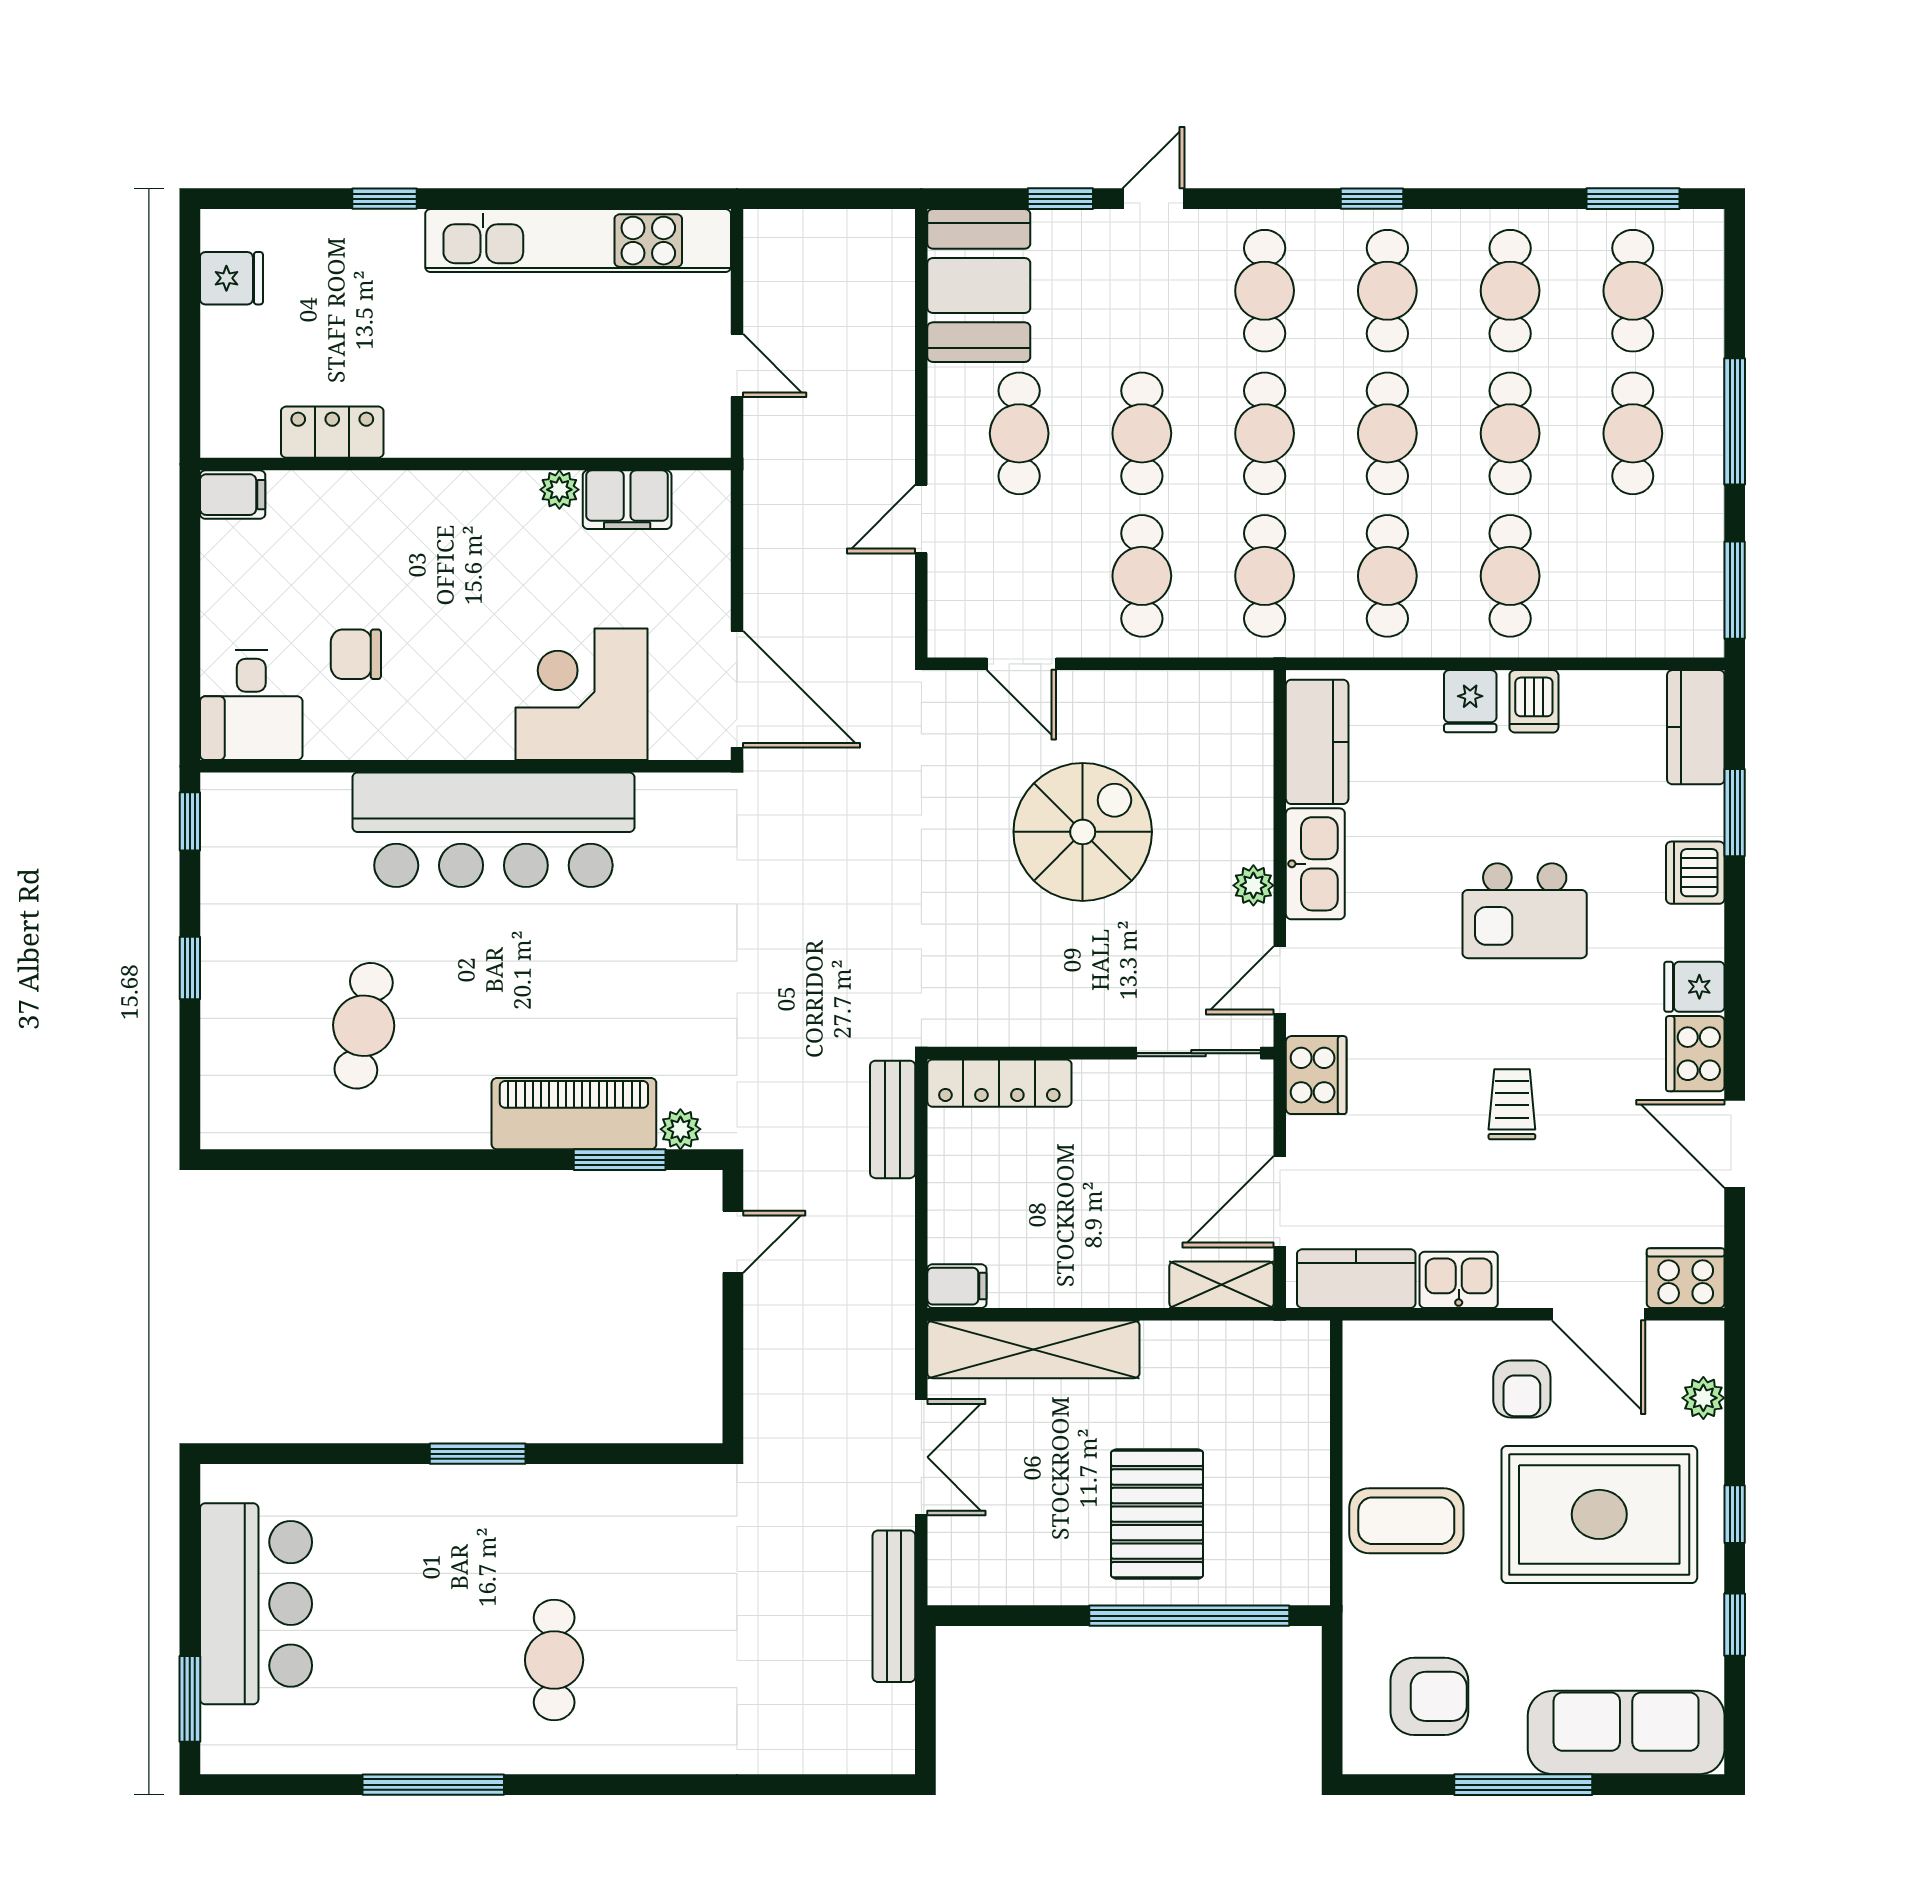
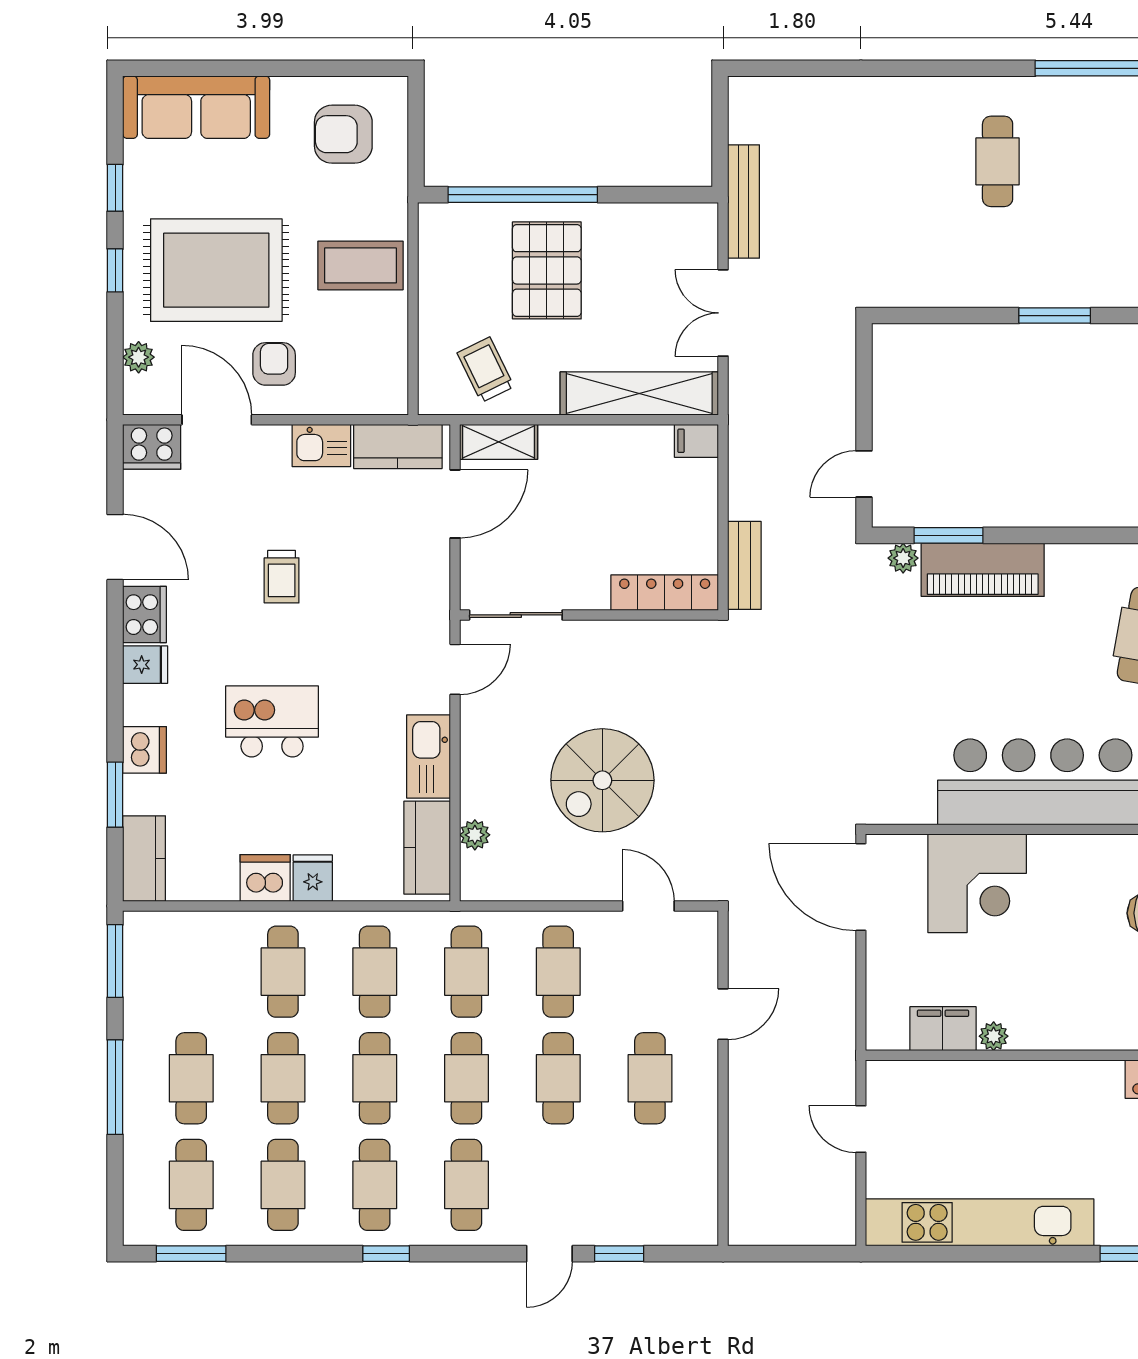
booth: (979, 286) -> (680, 1189), removed
dishwasher: (1534, 701) -> (265, 878), width x1.38
plant: (1253, 885) -> (475, 835), moved
cooker: (1316, 1075) -> (428, 599), removed
trolley: (1239, 1381) -> (486, 370), added
window: (1523, 1785) -> (273, 68), removed

